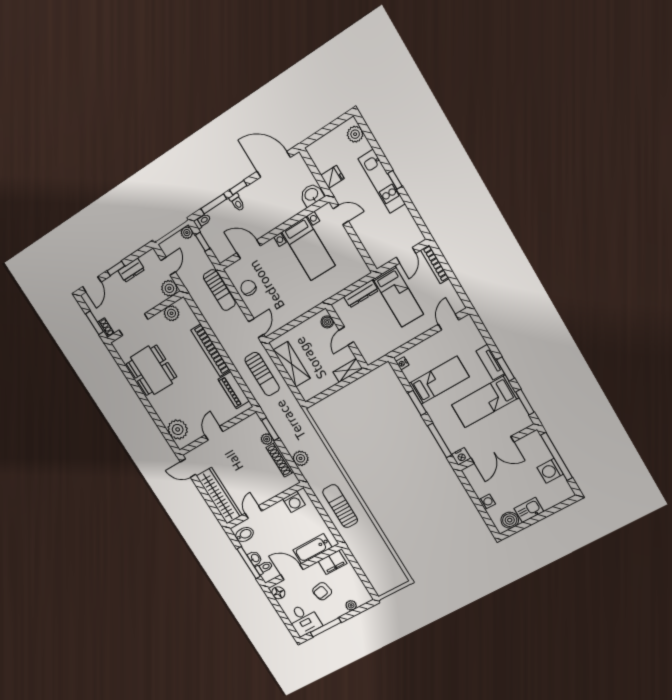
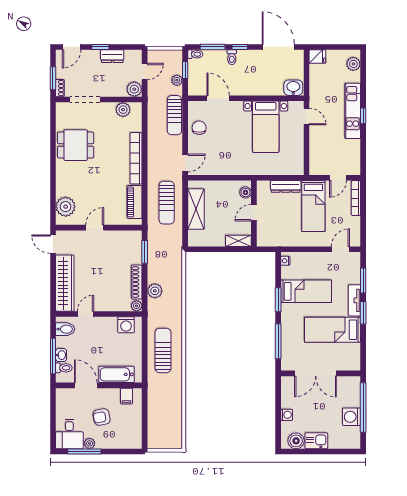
fridge: (333, 177) -> (317, 57), moved
plant: (187, 233) -> (177, 80), moved
dining table: (151, 370) -> (76, 145), width x0.73
window: (525, 402) -> (363, 281), moved
plant: (267, 439) -> (136, 306), moved
nightstand: (461, 456) -> (288, 364), removed
filing cabinet: (333, 562) -> (126, 396), width x0.50
floor lamp: (278, 593) -> (62, 397), removed
plant: (351, 605) -> (90, 443), moved

